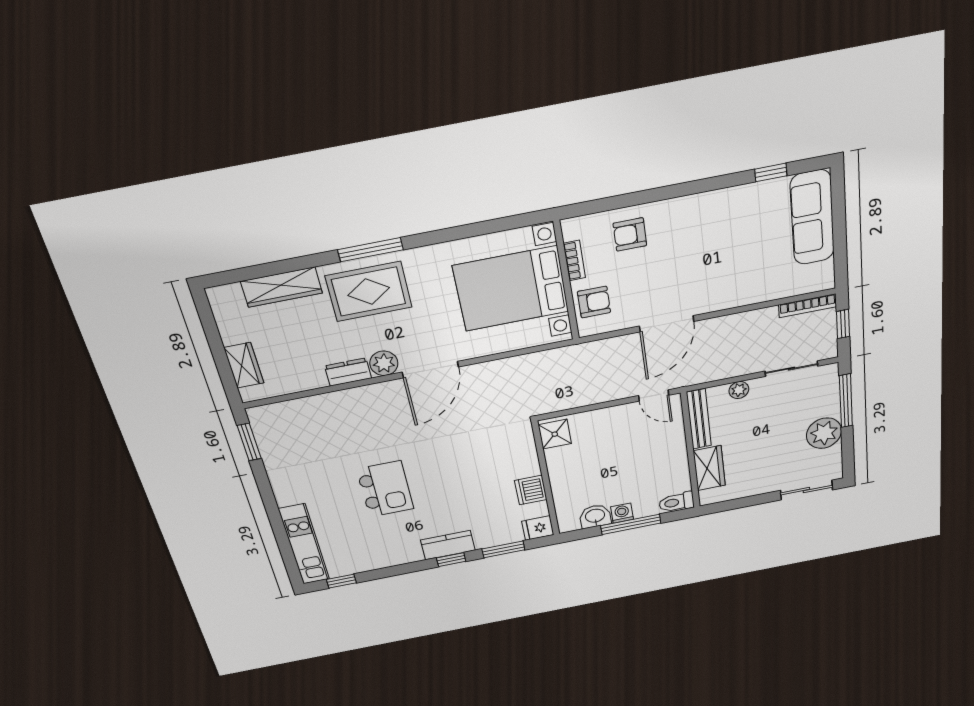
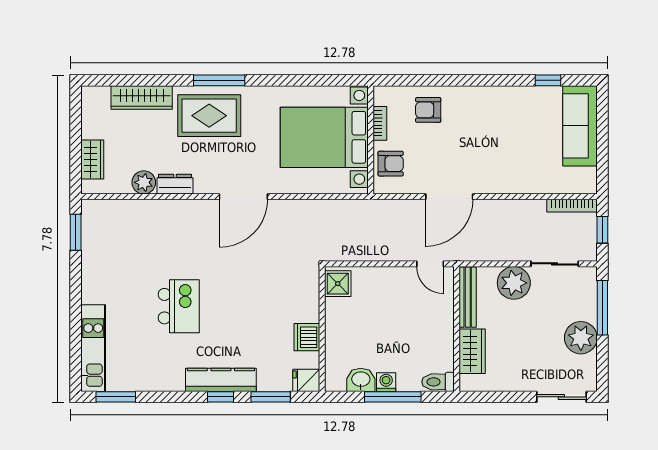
plant: (384, 363) -> (144, 182), moved
plant: (739, 390) -> (514, 283), width x1.87, depth x1.87
kitchen counter: (448, 545) -> (221, 380), width x1.50
window: (341, 581) -> (116, 397), width x1.50

